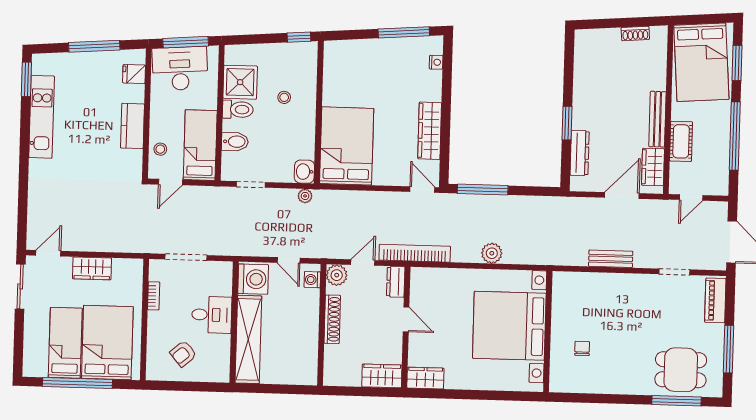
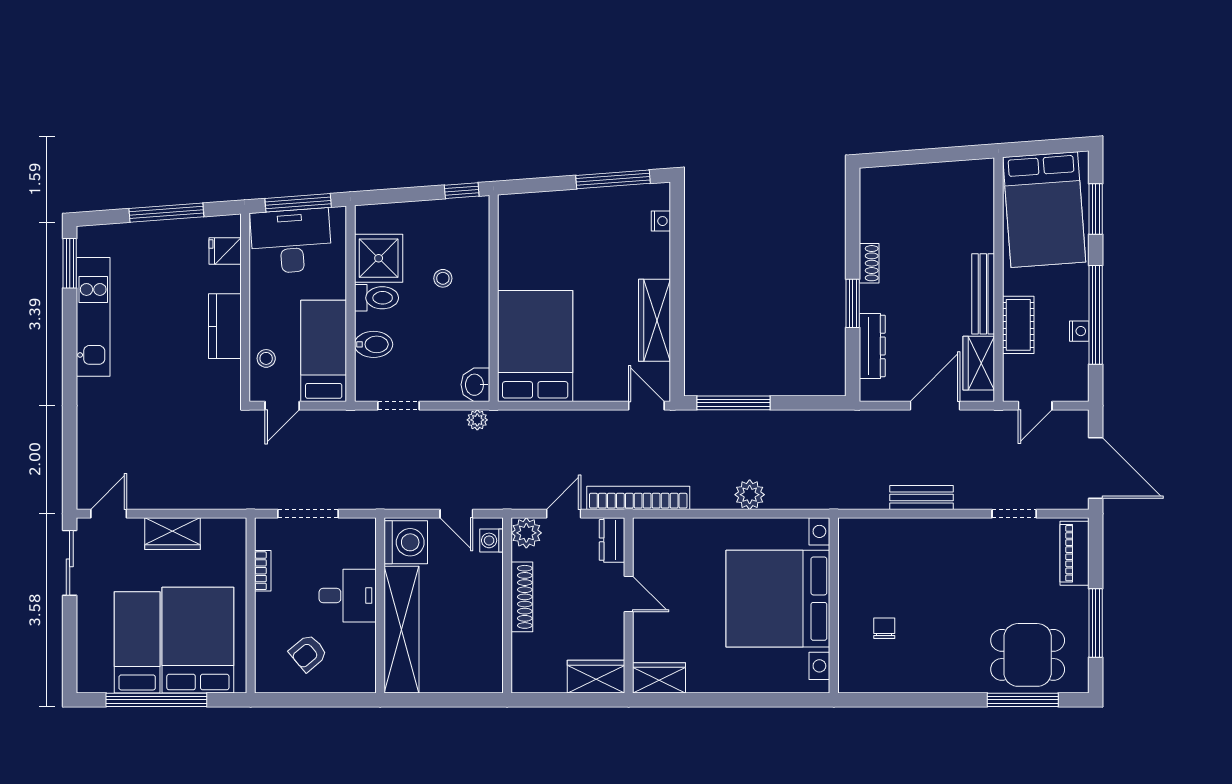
shoe rack: (635, 33) -> (869, 263), moved, turned -86
nightstand: (723, 147) -> (1079, 331), added

